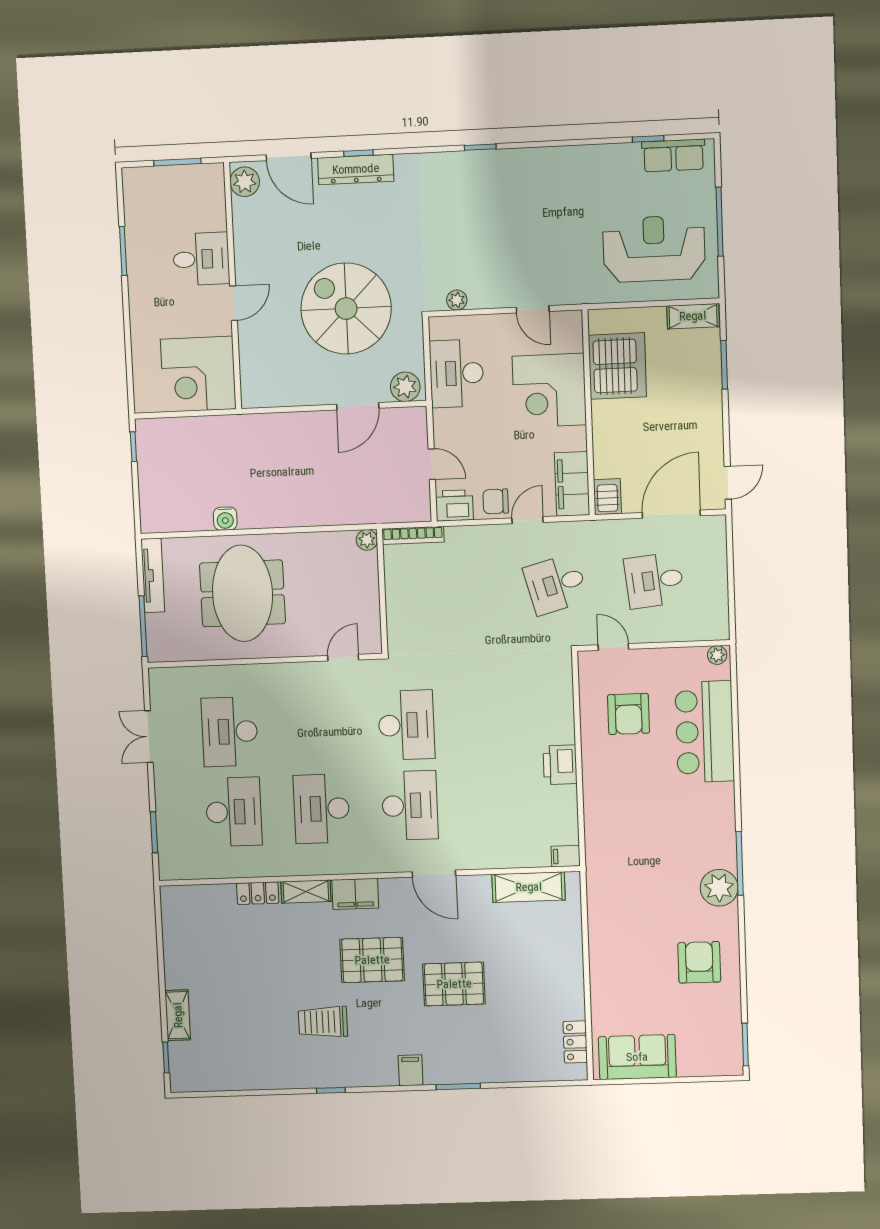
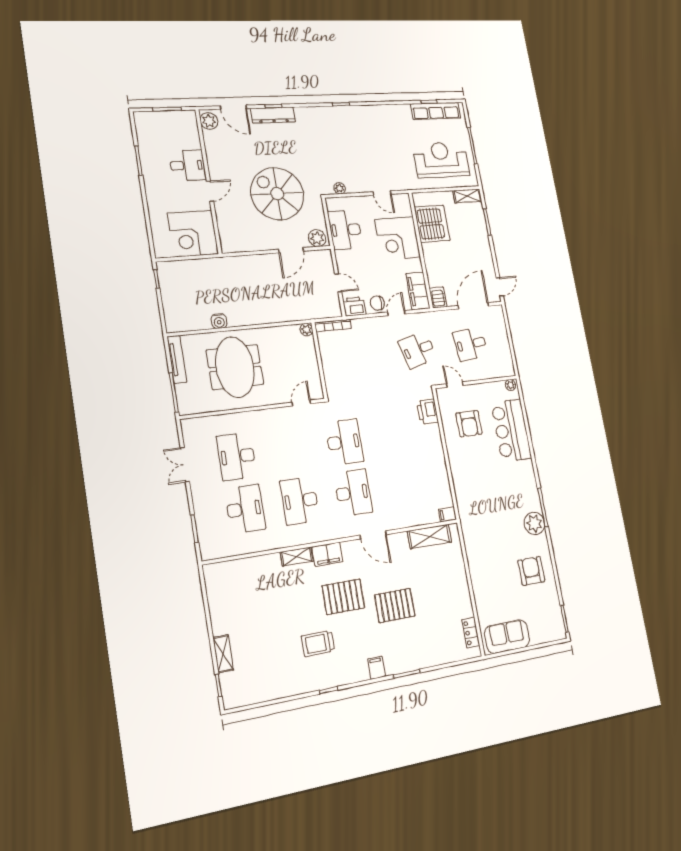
row of seats: (673, 155) -> (436, 111), width x1.48
printer: (560, 765) -> (428, 412), moved
locker: (258, 893) -> (266, 562), removed

